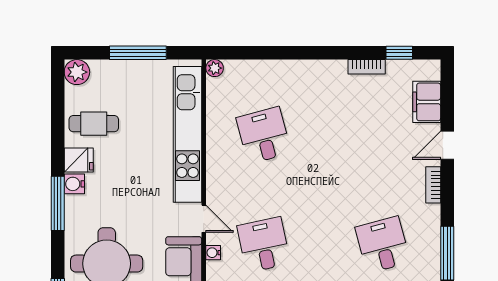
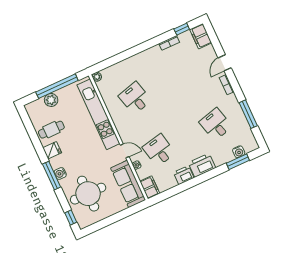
window: (138, 53) -> (57, 86), width x1.46
plant: (77, 72) -> (51, 100), moved
filing cabinet: (427, 102) -> (201, 36), moved
water cooler: (74, 184) -> (60, 173), moved

